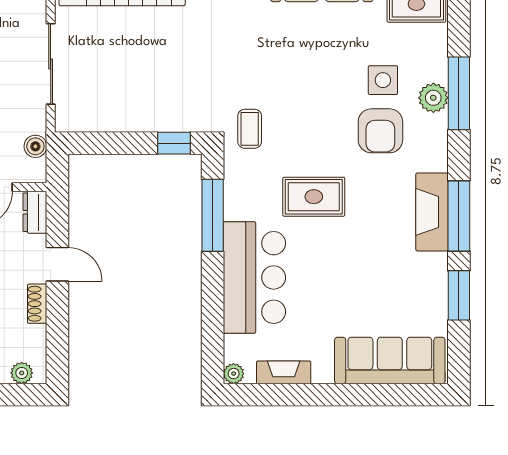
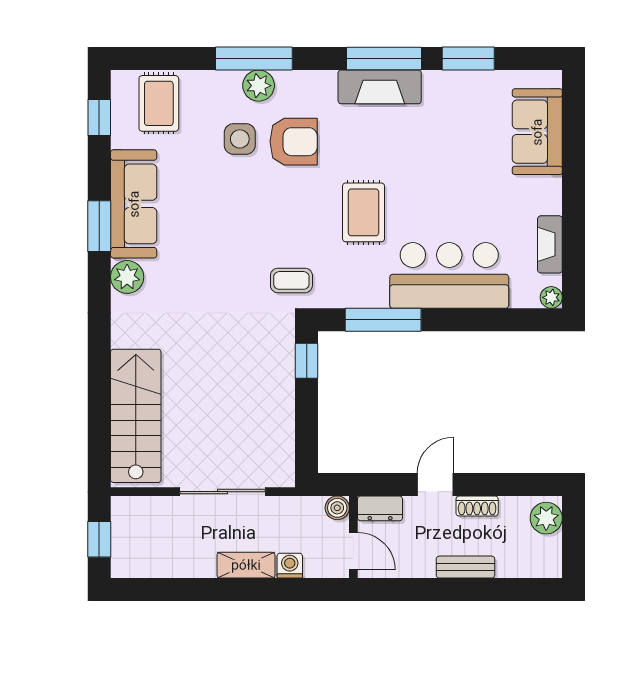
boiler: (35, 146) -> (337, 508), moved
sofa: (390, 360) -> (537, 132), width x0.73
plant: (22, 373) -> (546, 518), width x1.38, depth x1.38

